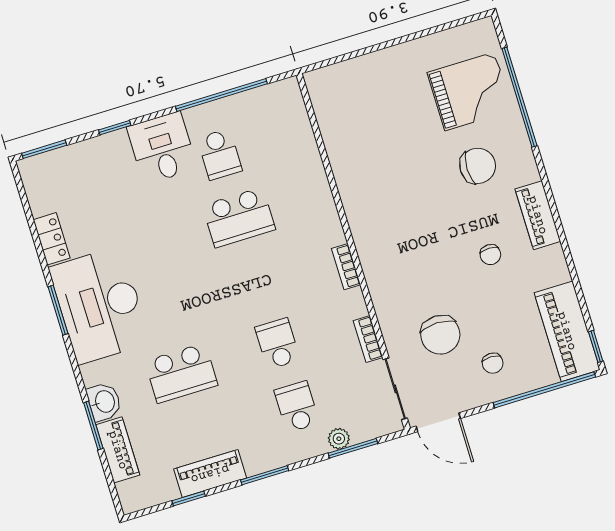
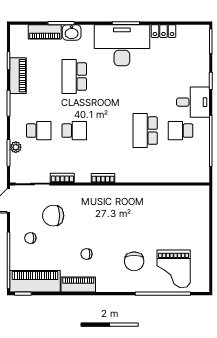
piano: (538, 215) -> (78, 285), moved

